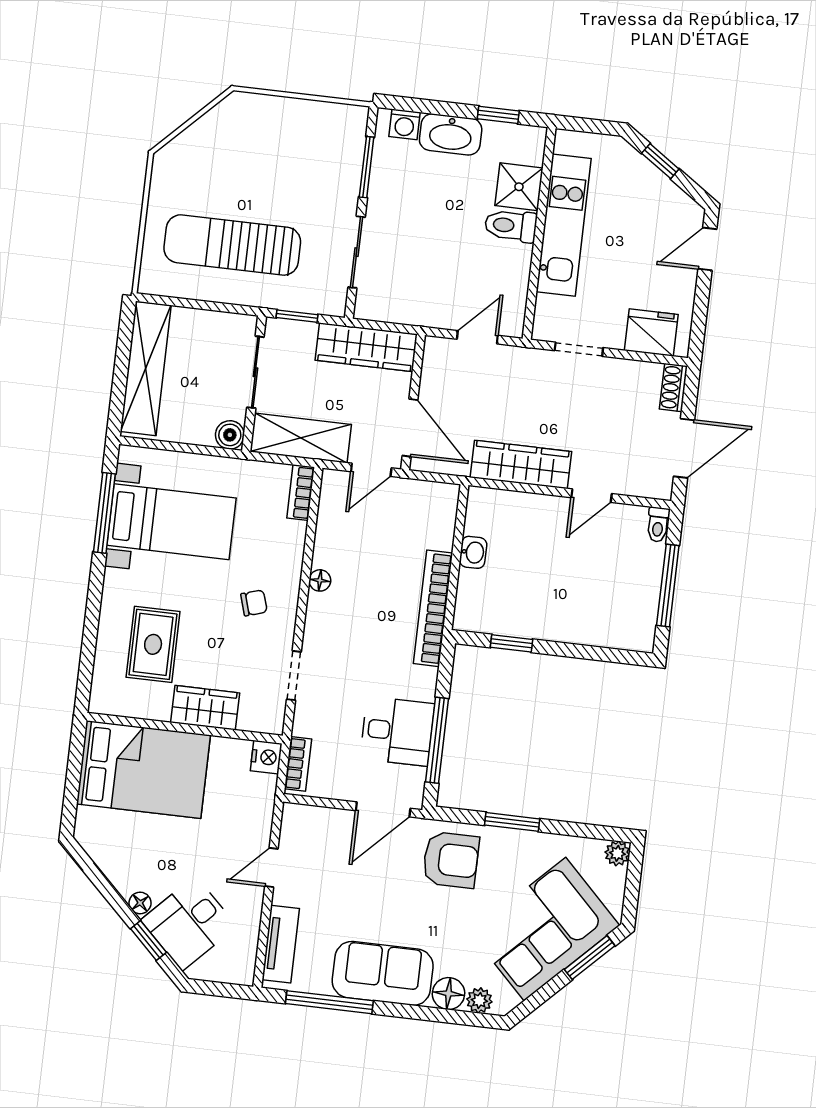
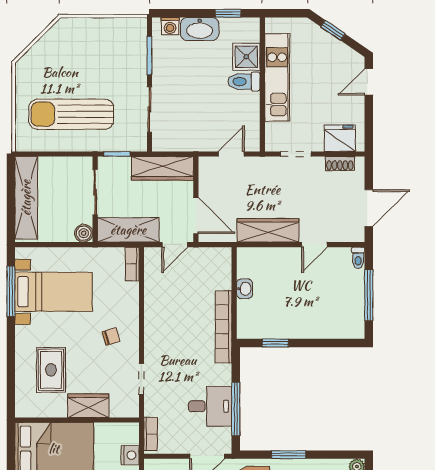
shoe rack: (673, 388) -> (340, 163), moved, turned -90
floor lamp: (320, 580) -> (151, 318), removed
nightstand: (266, 757) -> (130, 455), moved

